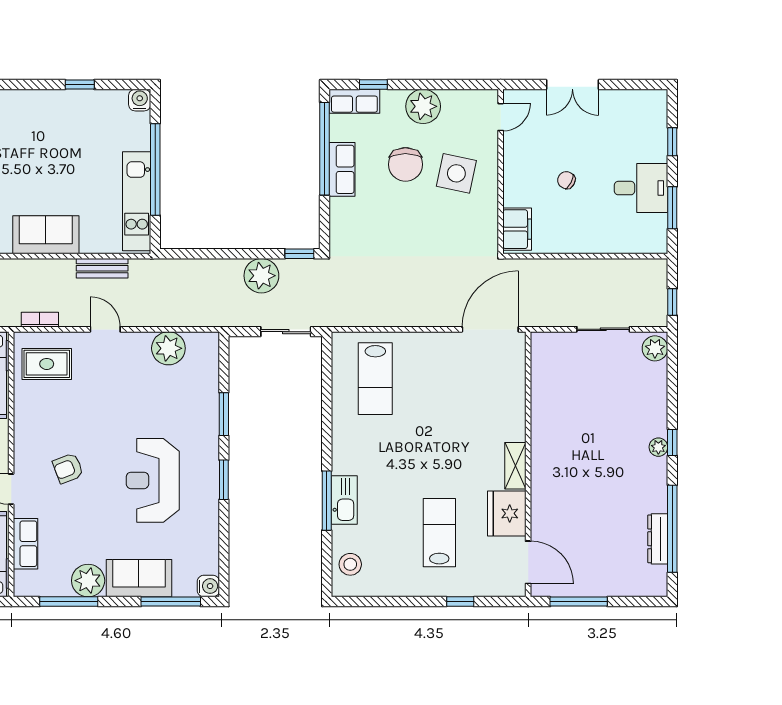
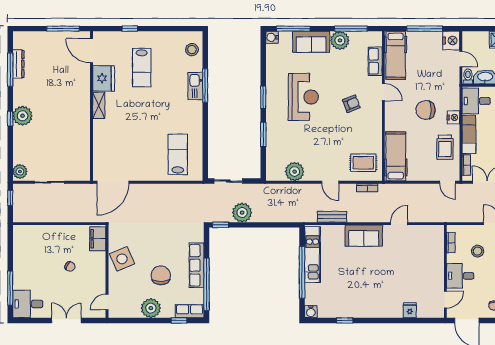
window: (672, 142) -> (10, 288), width x2.17
row of seats: (342, 169) -> (197, 265), width x1.48
side table: (456, 173) -> (122, 259), moved, turned -35
desk: (641, 188) -> (28, 304), moved
window: (672, 208) -> (10, 251), removed
plant: (658, 447) -> (23, 116), width x1.87, depth x1.87
window: (672, 529) -> (10, 70), width x0.68

